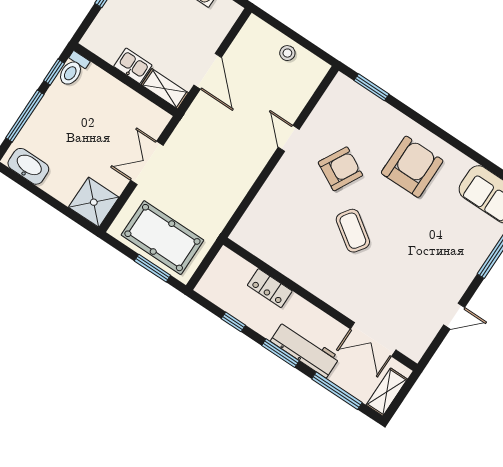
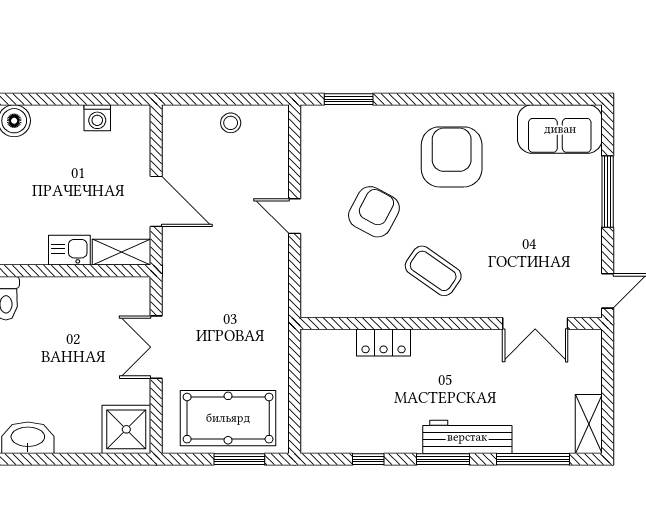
locker: (270, 288) -> (384, 343), moved
wall: (320, 304) -> (451, 323), moved
double door: (373, 339) -> (535, 323), moved

